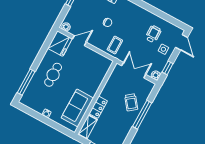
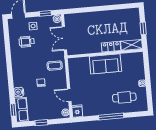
fridge: (60, 44) -> (77, 111), width x0.53, depth x0.75
cafe table: (53, 75) -> (124, 97), moved
window: (26, 82) -> (111, 117), moved
trolley: (131, 102) -> (90, 24), removed
sofa: (77, 108) -> (105, 64), moved
window: (142, 115) -> (94, 9), removed

